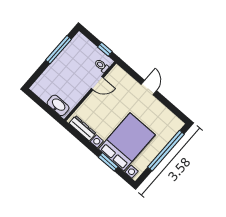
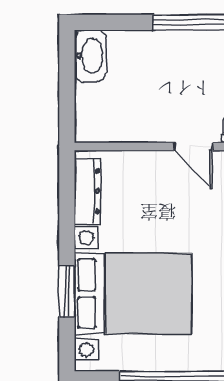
washbasin: (58, 105) -> (90, 56), moved

